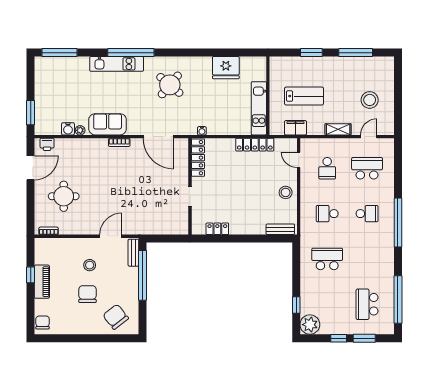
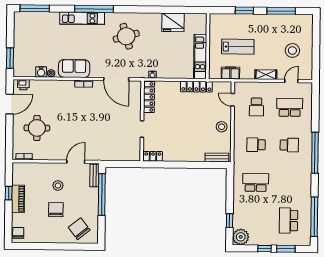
round table: (170, 85) -> (126, 36), turned 34
locker: (217, 229) -> (153, 156), moved

